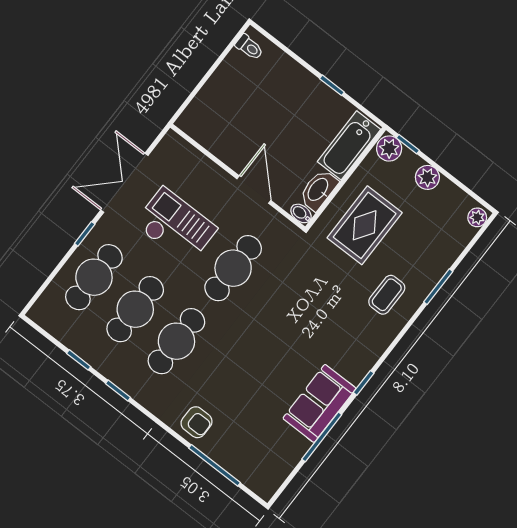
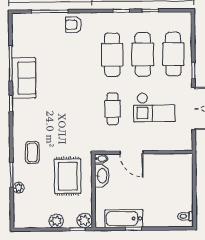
bathtub: (349, 145) -> (124, 219), moved, turned -90
plant: (477, 217) -> (19, 188), moved
cafe table: (233, 268) -> (113, 109), width x0.73, depth x0.74

